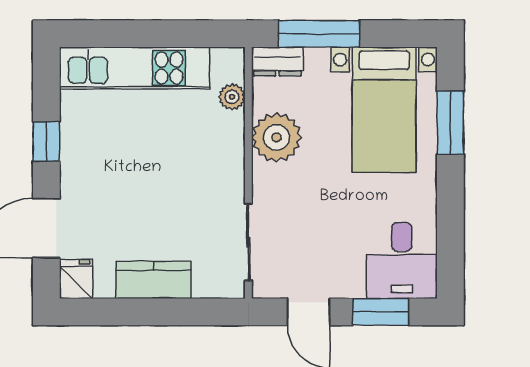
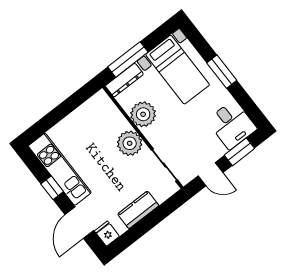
dresser: (277, 62) -> (124, 80), width x1.44
kitchen unit: (135, 68) -> (60, 169), moved, turned -90
plant: (232, 97) -> (130, 143), moved, width x1.87, depth x1.87
window: (450, 123) -> (222, 72), moved

